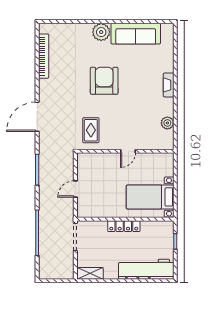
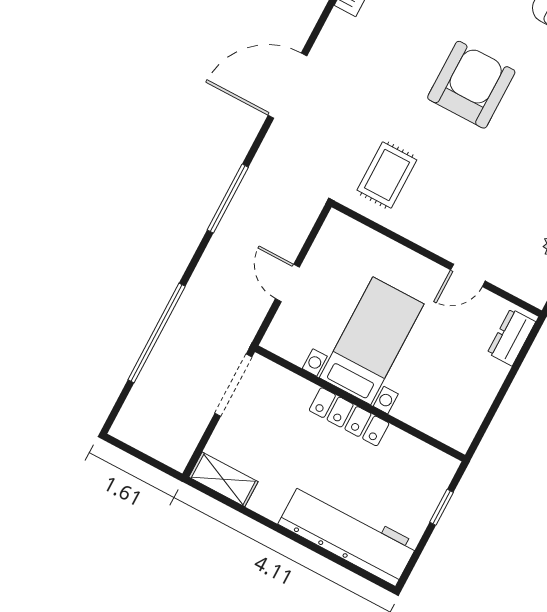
door: (128, 151) -> (468, 275), moved
dresser: (168, 165) -> (511, 337), added
door: (75, 189) -> (287, 283), hinge flipped
bed with nightstands: (150, 197) -> (372, 341), moved, turned 90

